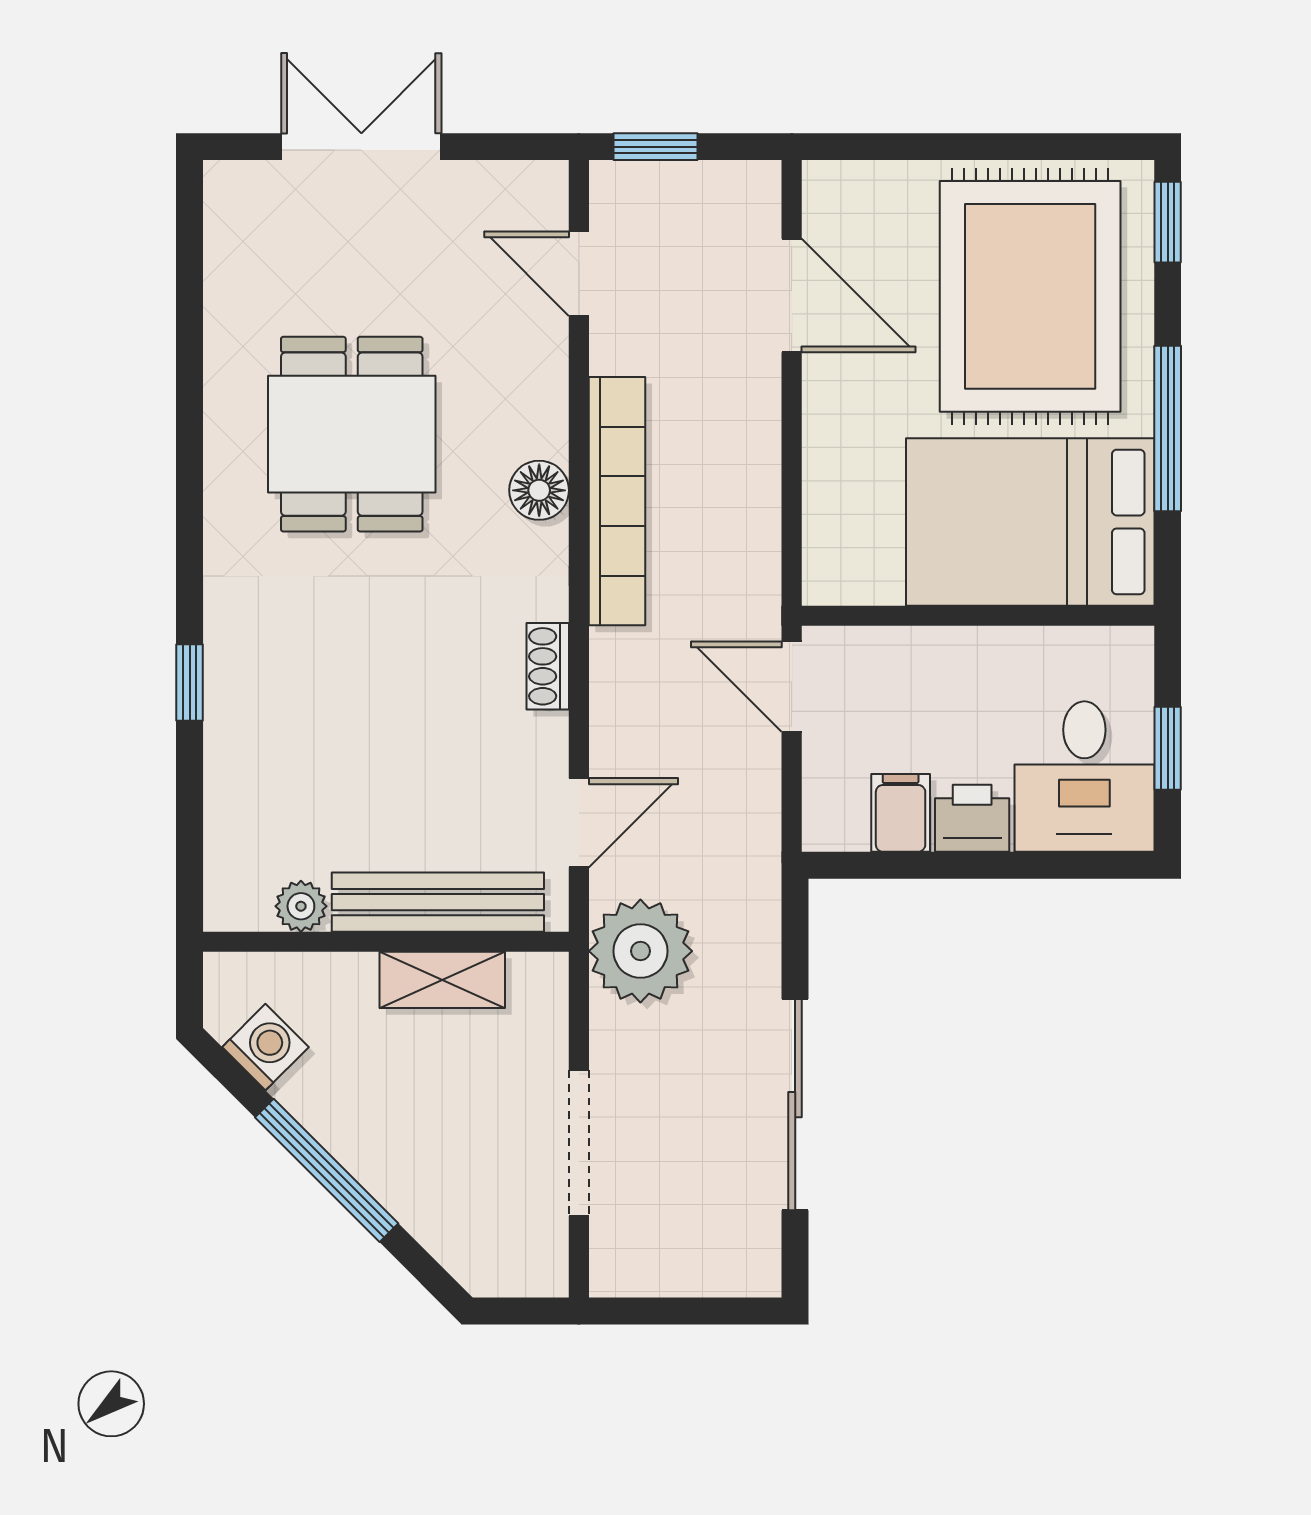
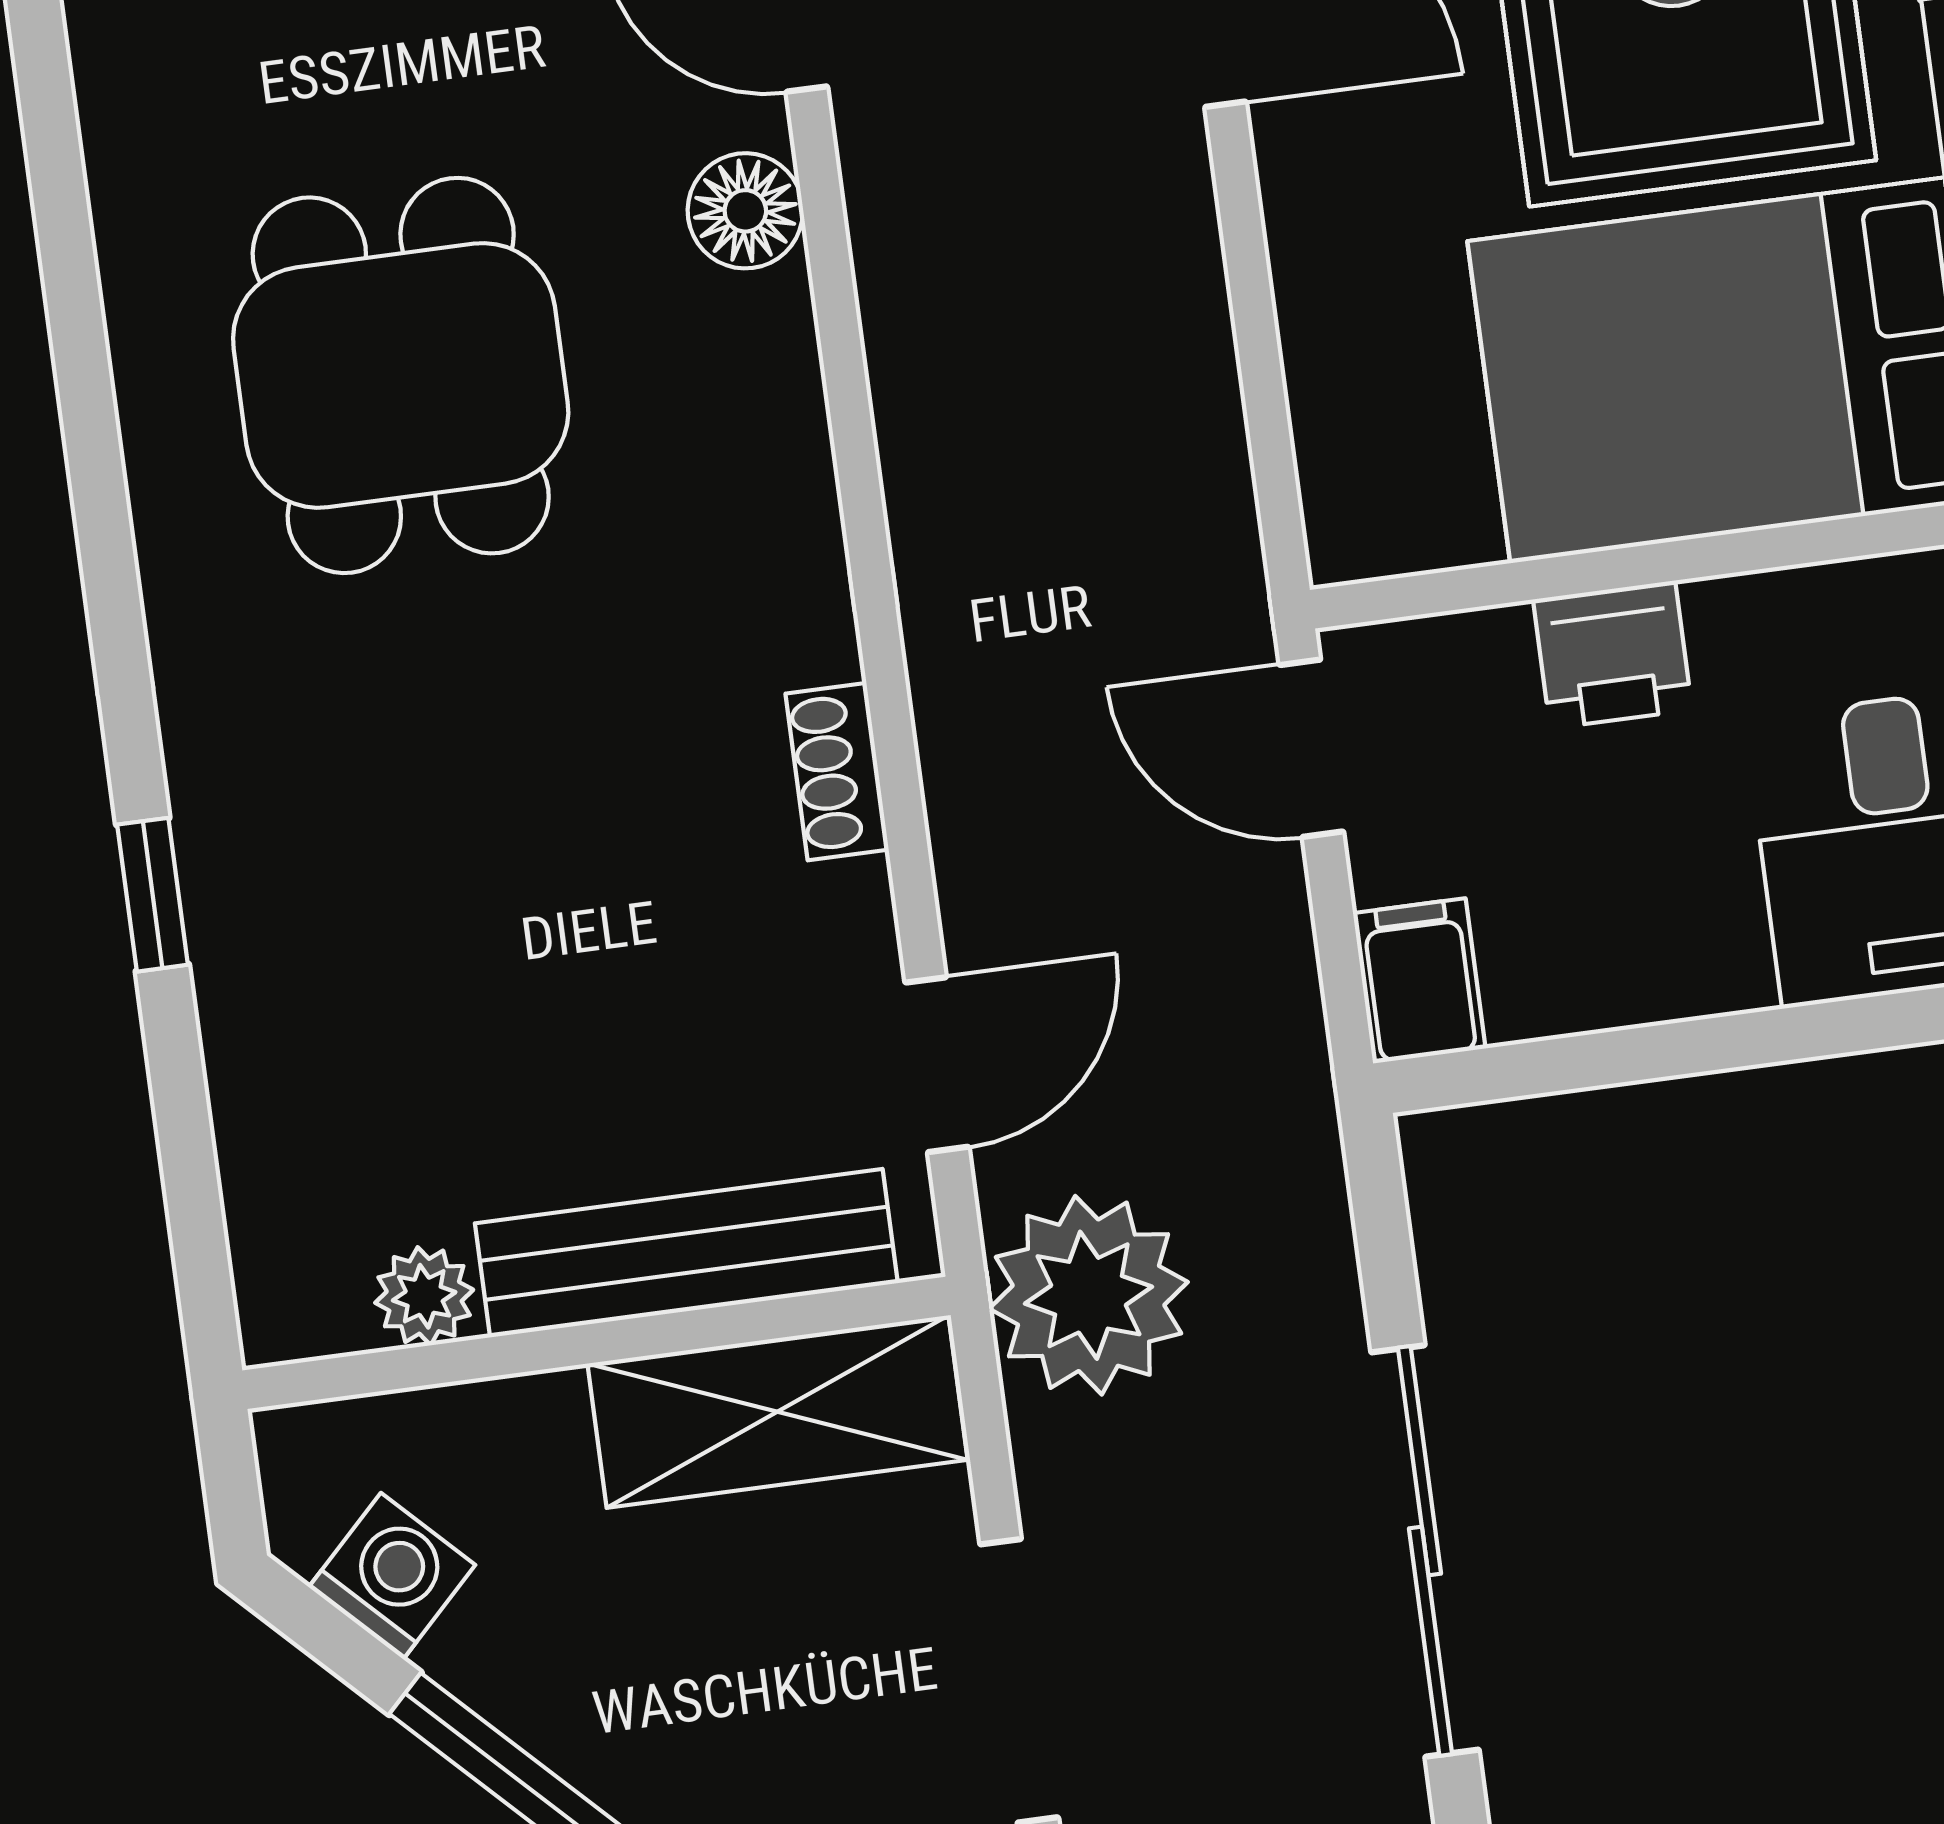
floor lamp: (539, 490) -> (745, 211), moved
bookcase: (617, 501) -> (928, 436), removed
filing cabinet: (901, 813) -> (1419, 981), moved
printer: (972, 818) -> (1613, 655), moved, turned 180
shelving: (442, 980) -> (777, 1412), width x1.50, depth x1.33

